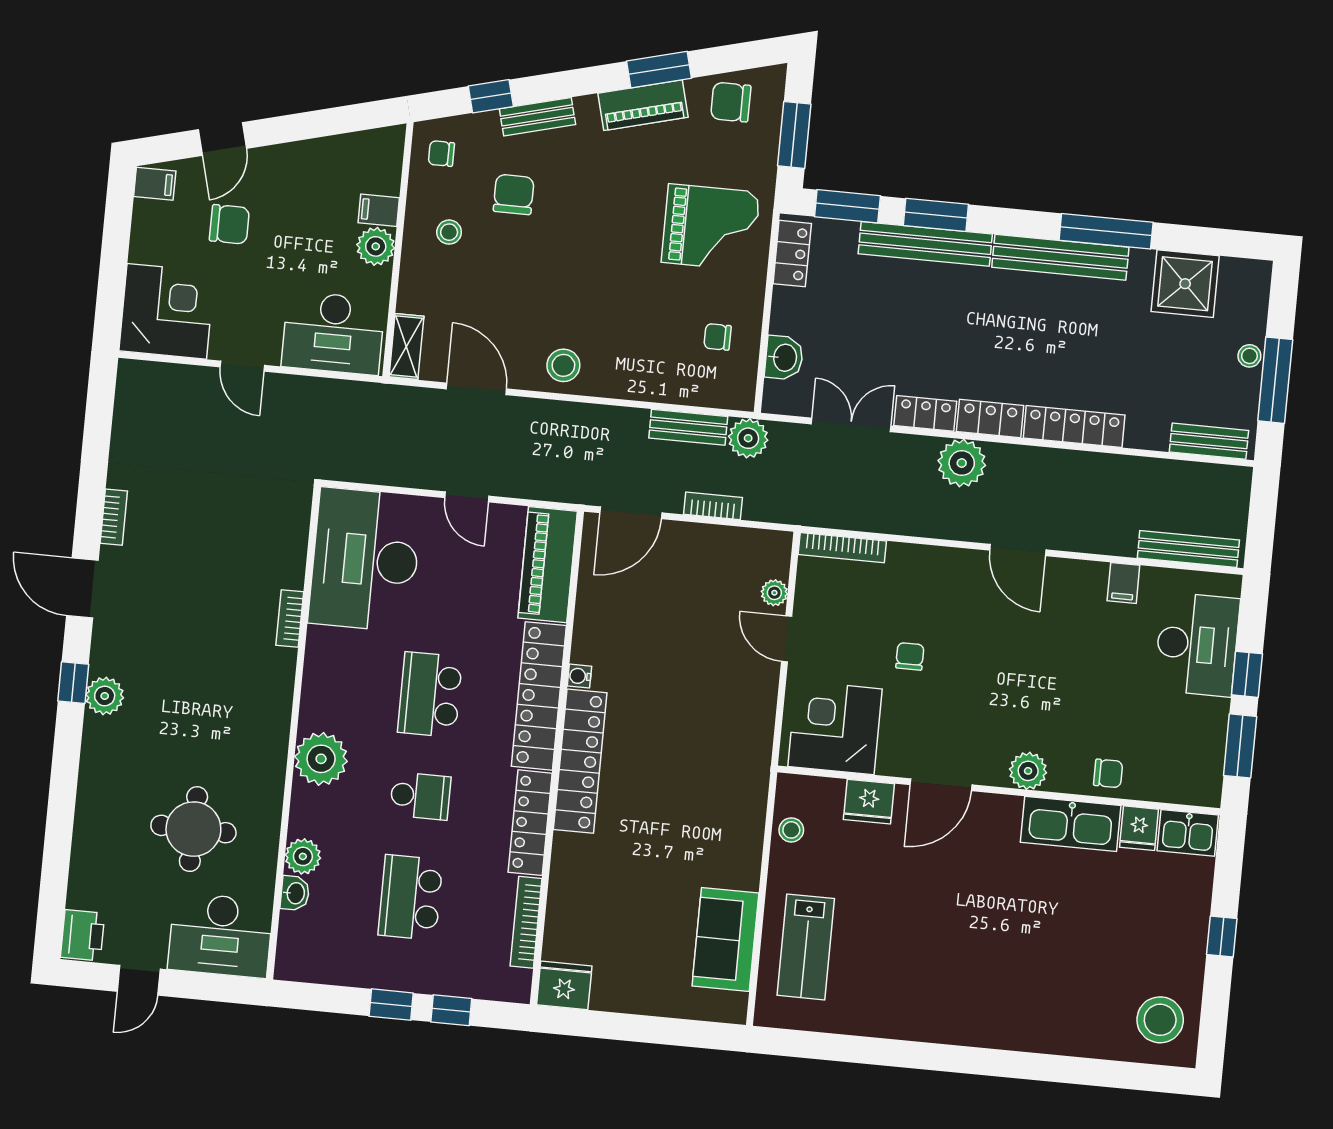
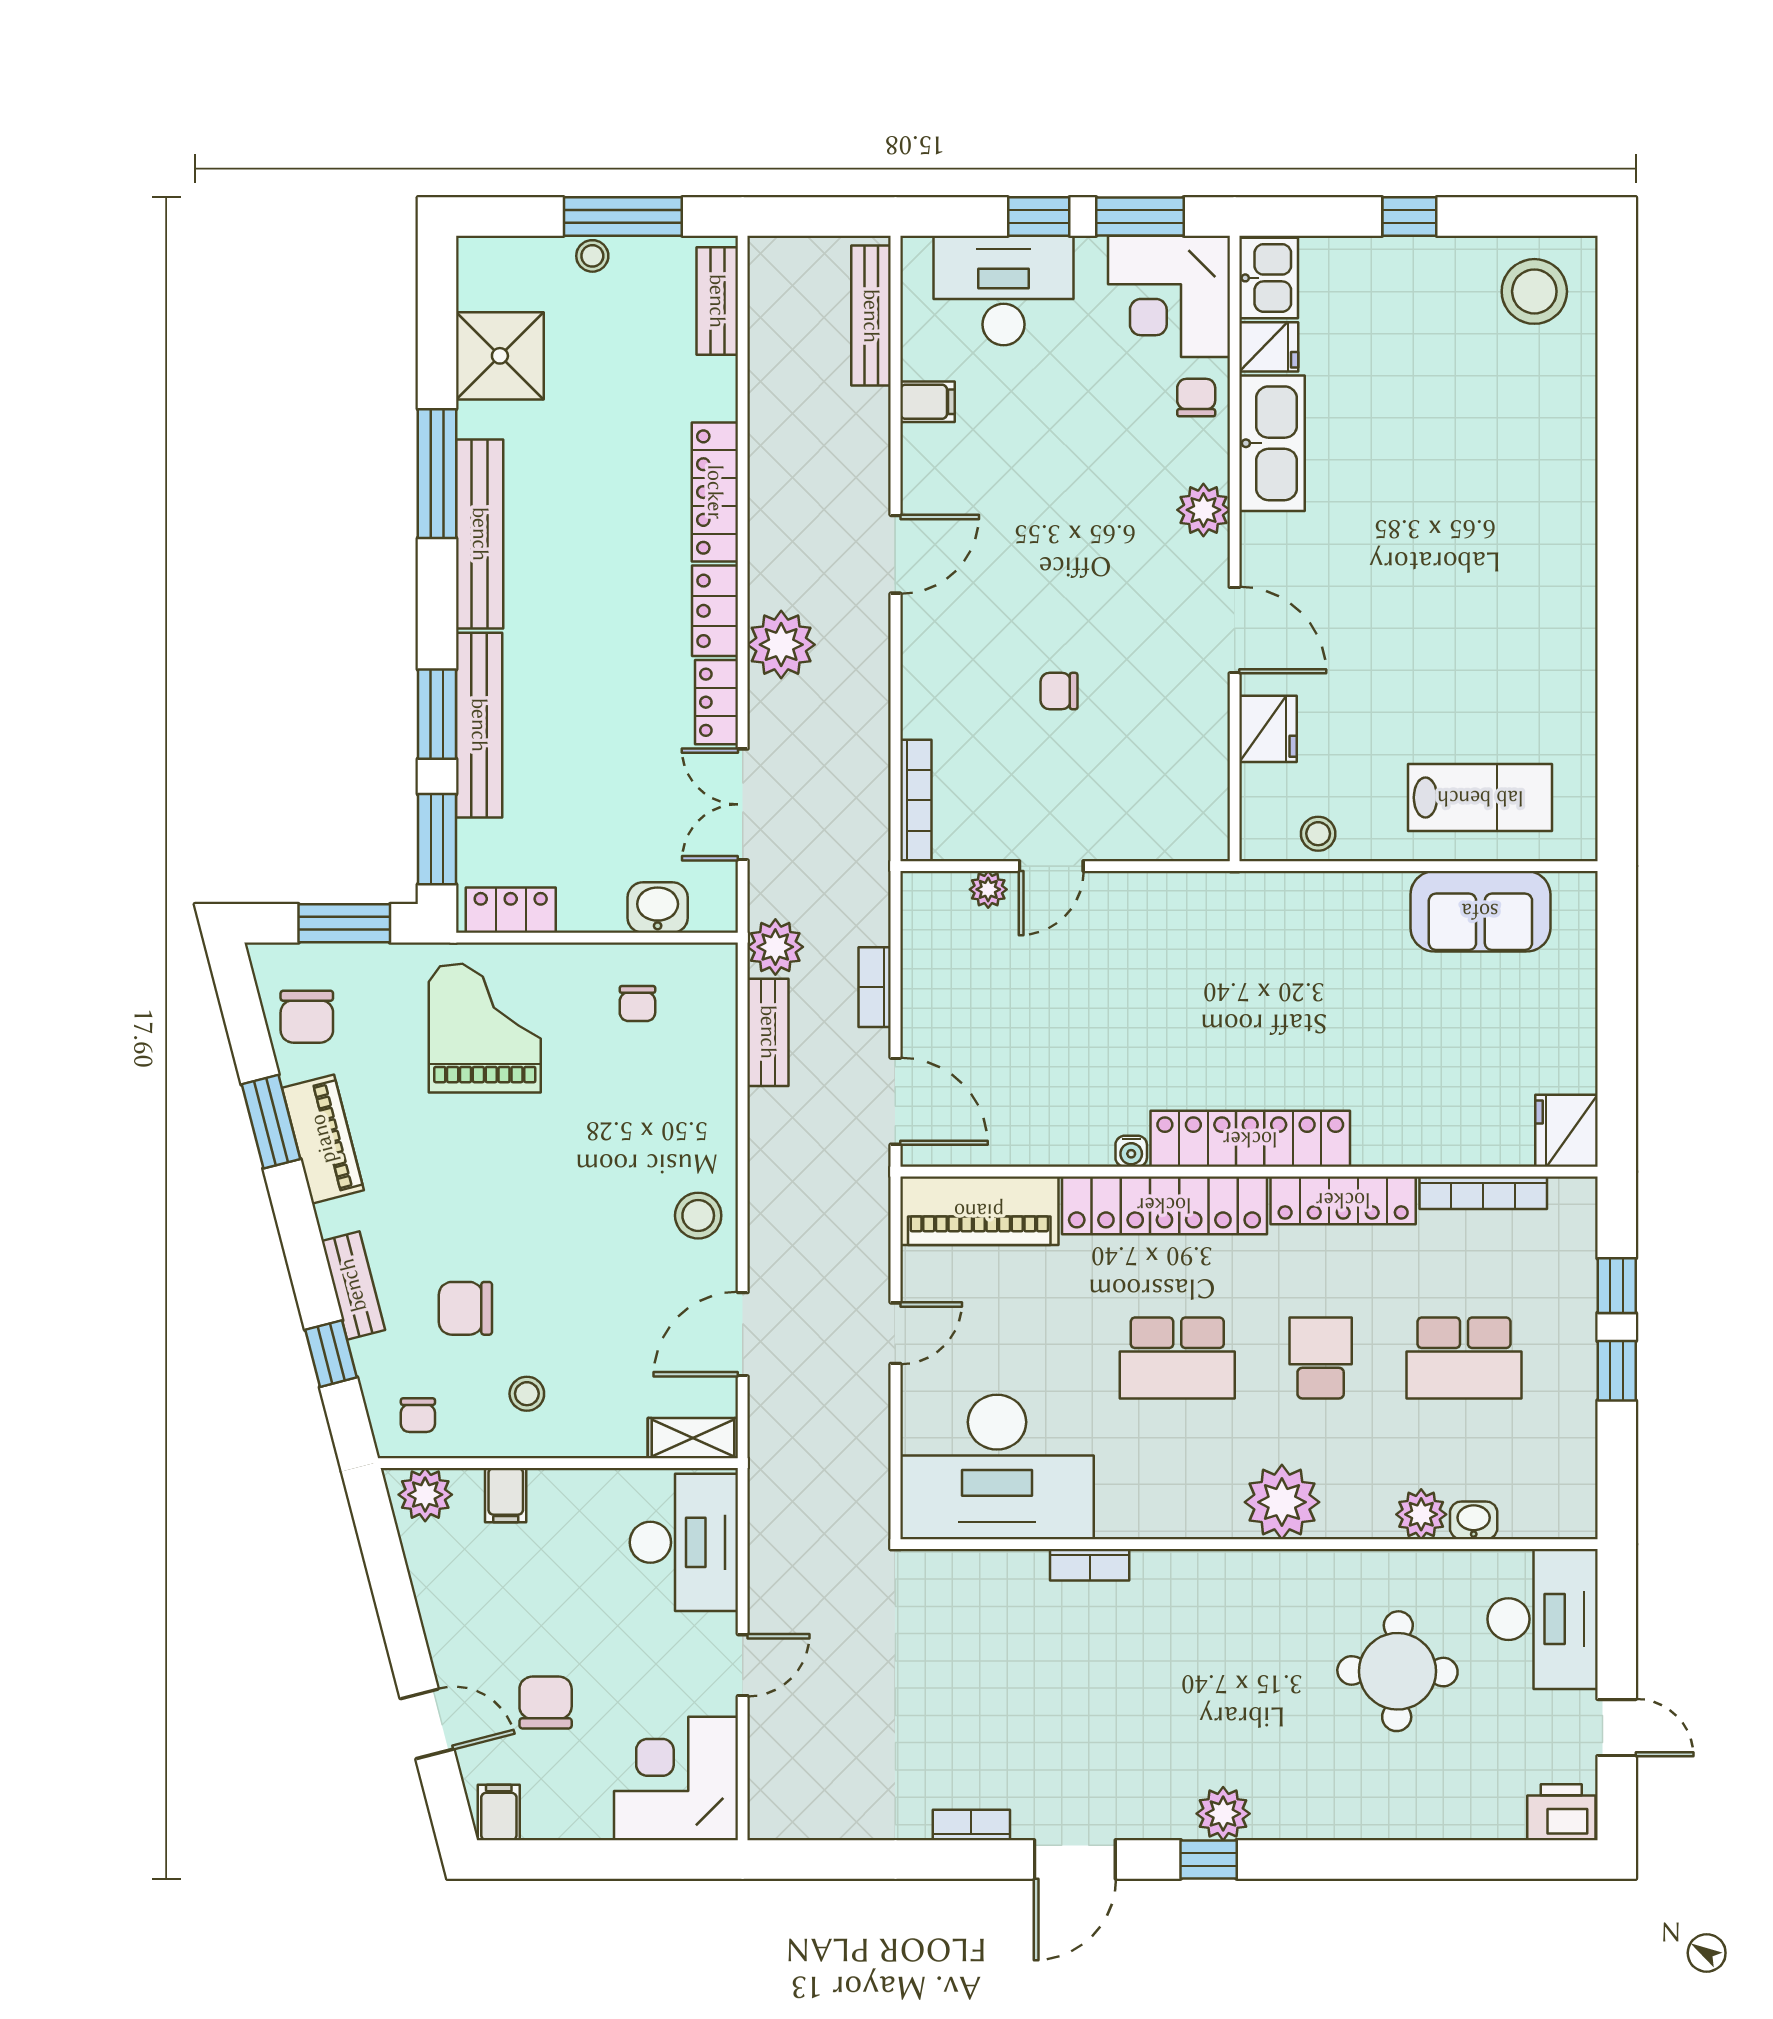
plant: (376, 246) -> (425, 1495), moved
corner desk: (835, 728) -> (1169, 296), moved

